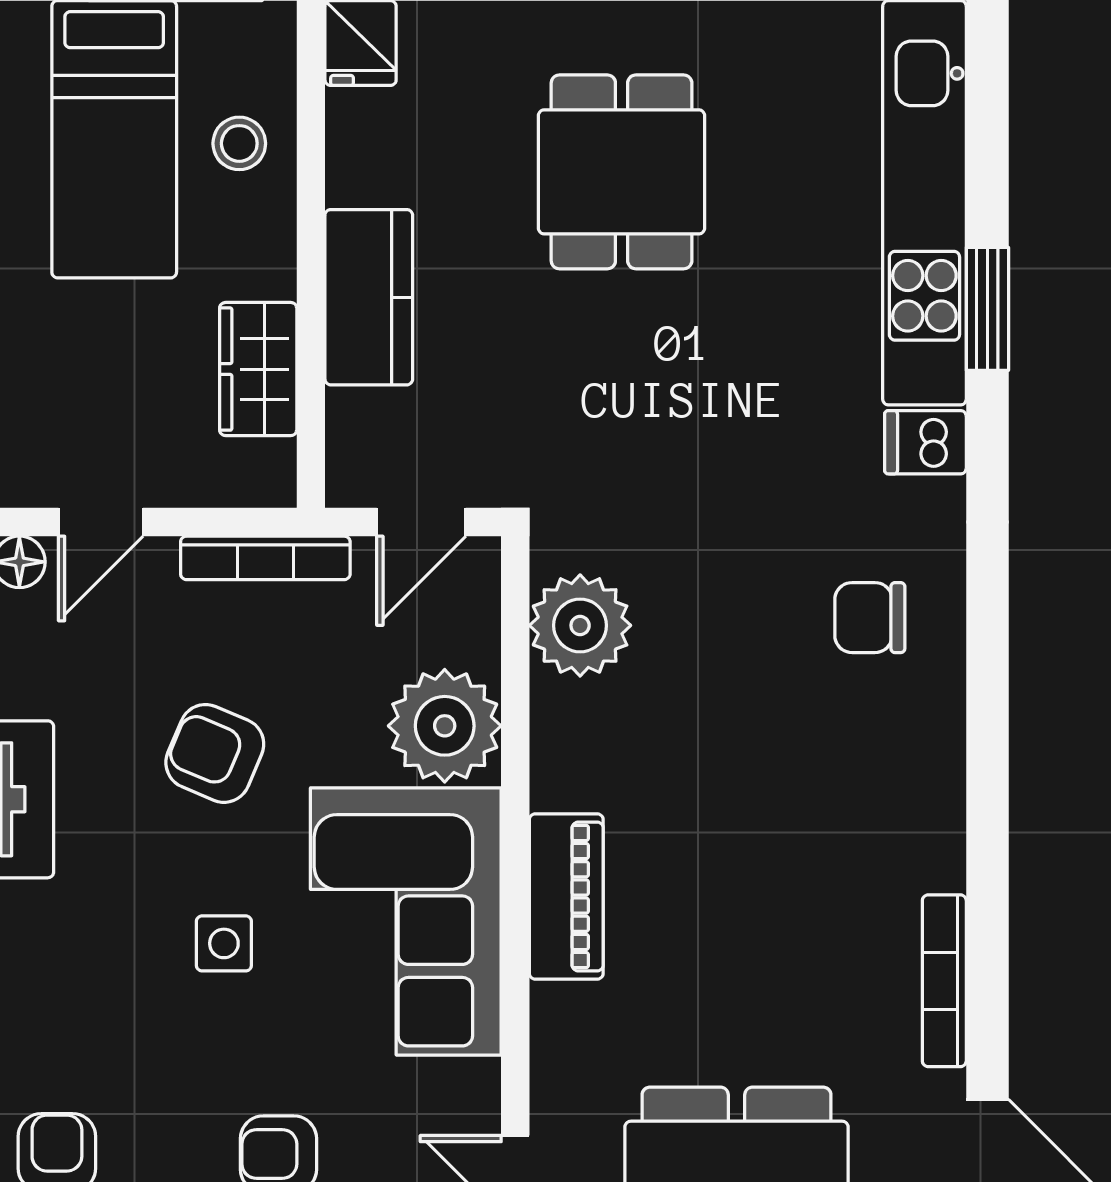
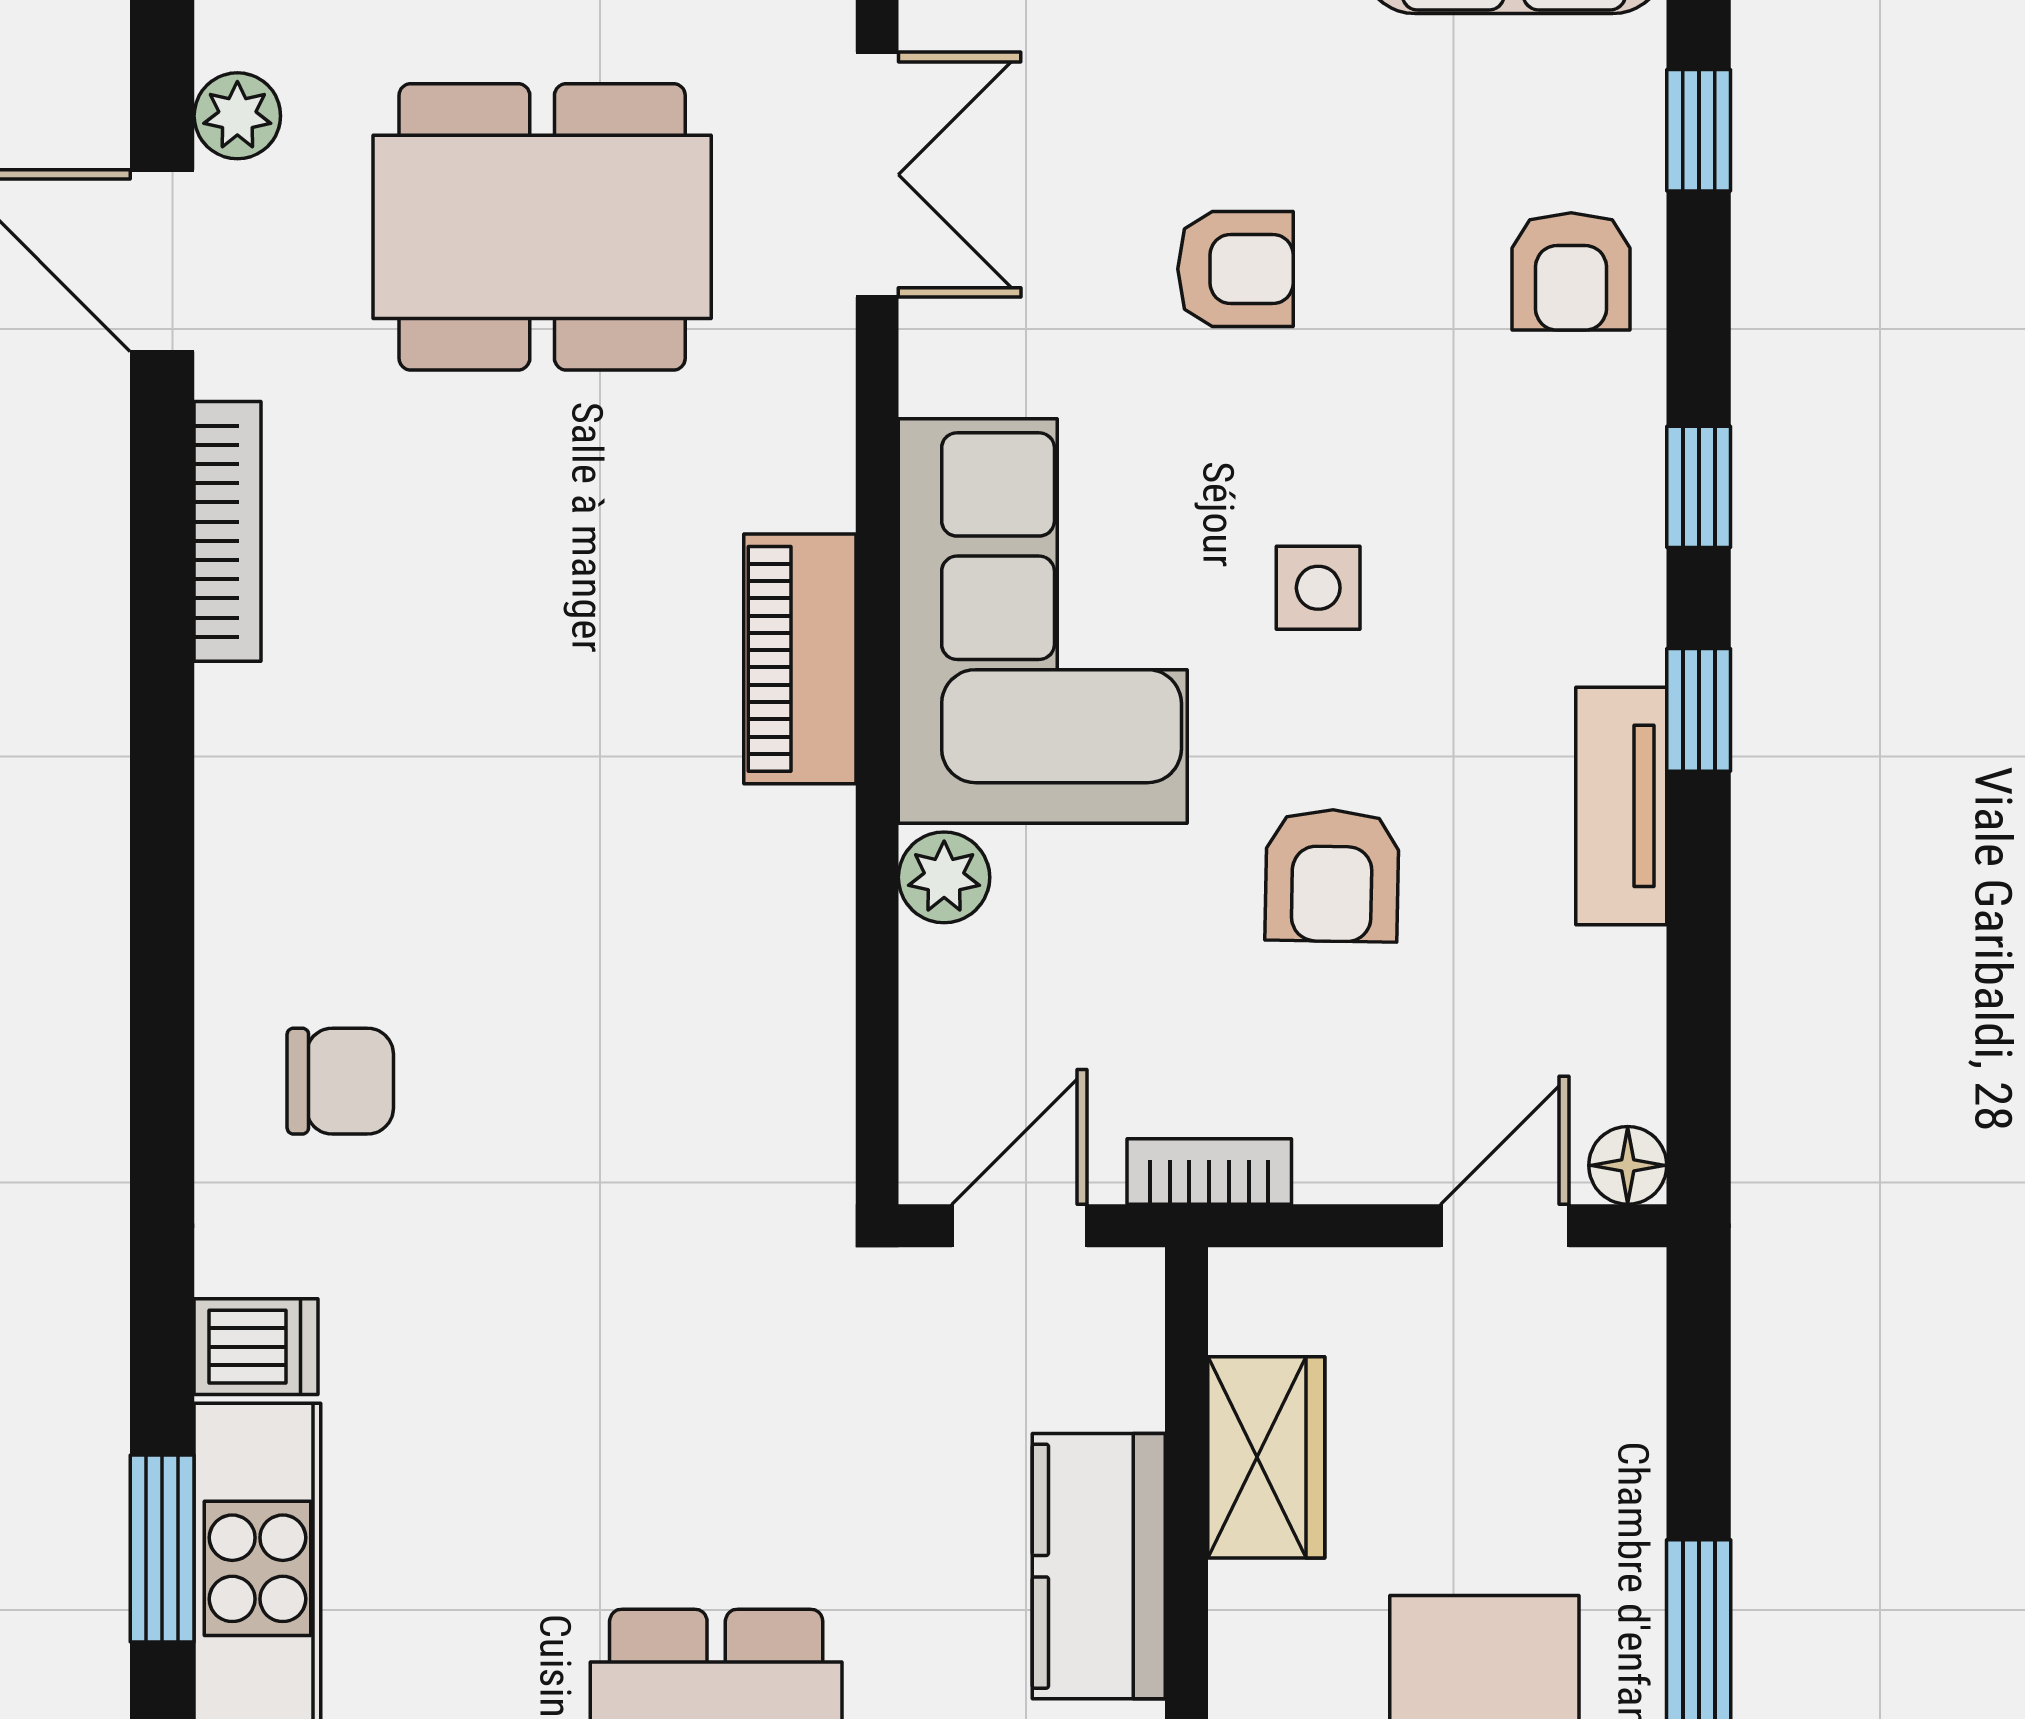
bookcase: (265, 558) -> (1209, 1171), width x0.64
plant: (580, 625) -> (779, 1069), removed
plant: (445, 726) -> (944, 877), width x0.53, depth x0.53
armchair: (215, 753) -> (1332, 875), turned 68

